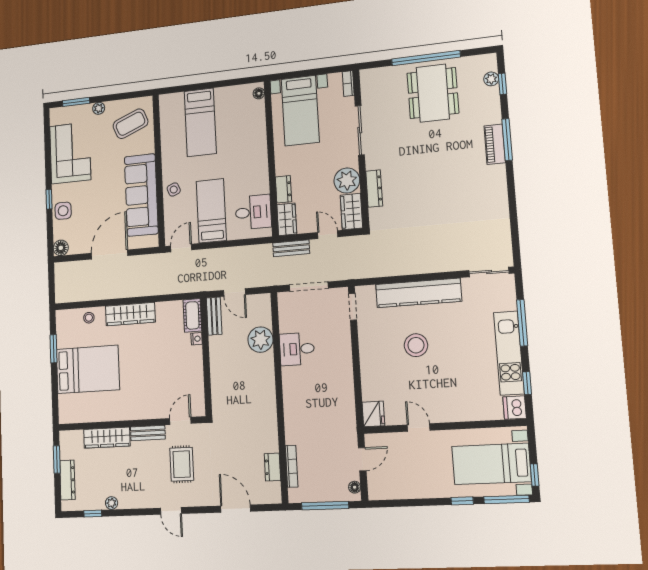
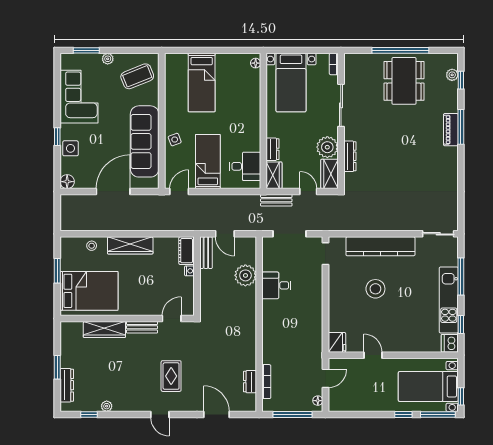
door: (180, 421) -> (172, 319), moved
wall: (131, 424) -> (127, 319), moved
bench: (148, 433) -> (142, 327), moved
wardrobe: (107, 438) -> (104, 329), moved

